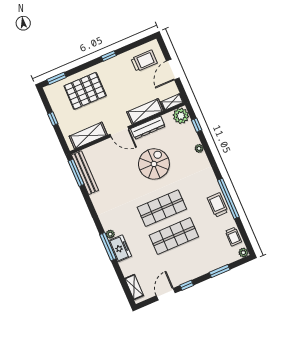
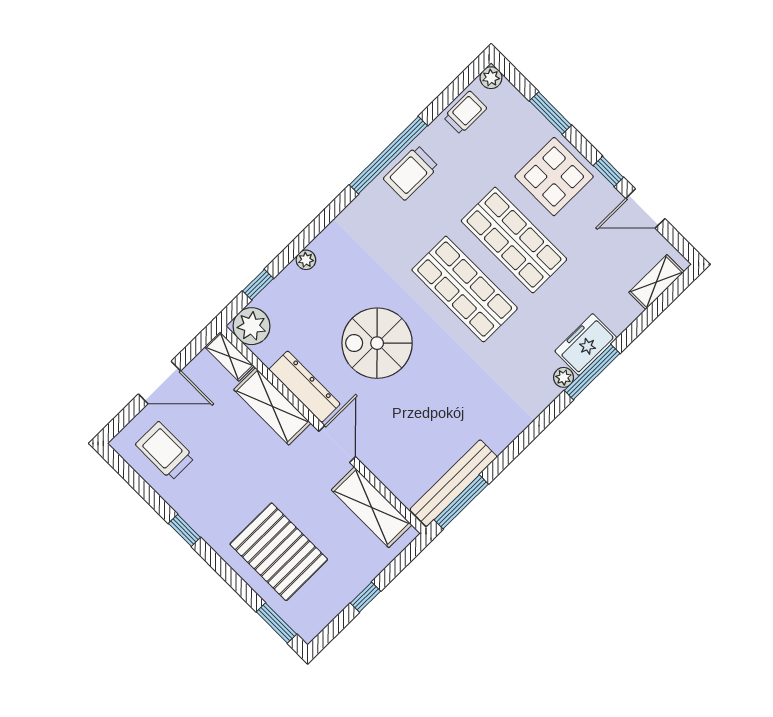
display table: (193, 262) -> (554, 177), added

